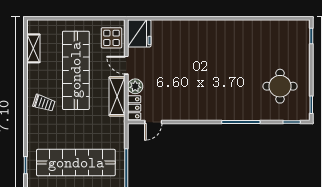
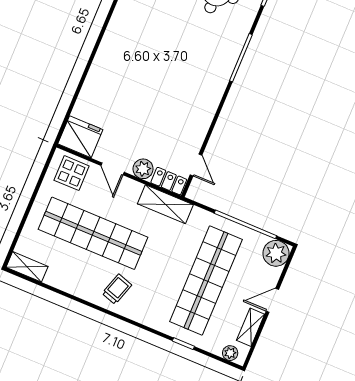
shelving: (33, 48) -> (27, 267), moved
door: (126, 65) -> (113, 169), hinge flipped
shelving: (117, 96) -> (165, 204), moved

